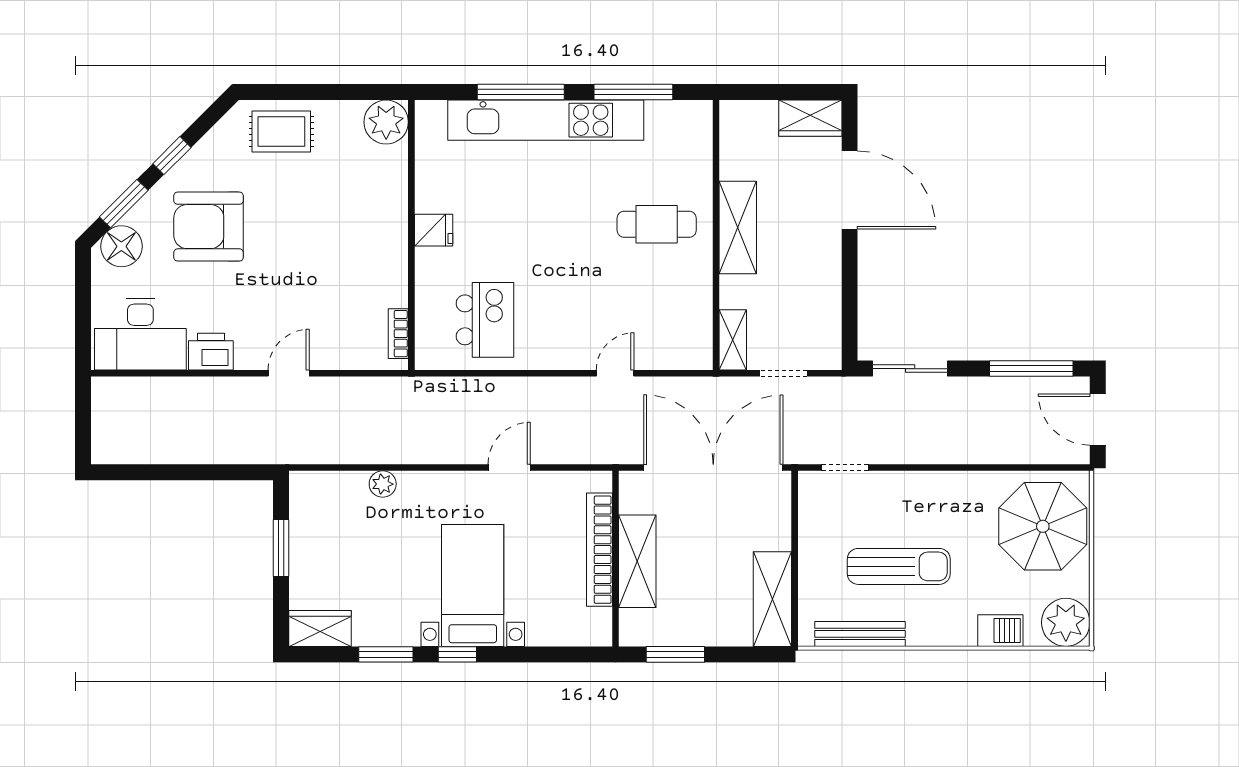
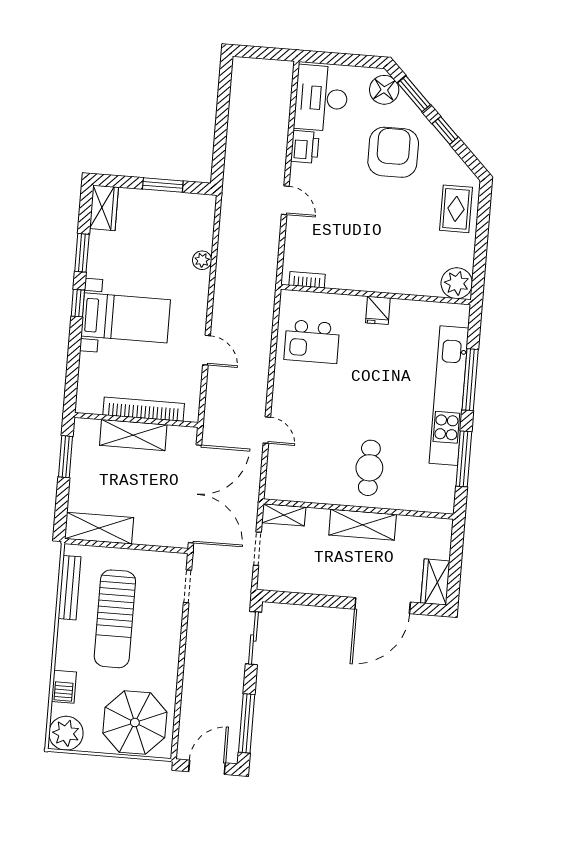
sun lounger: (899, 566) -> (115, 619), width x1.36, depth x1.34

